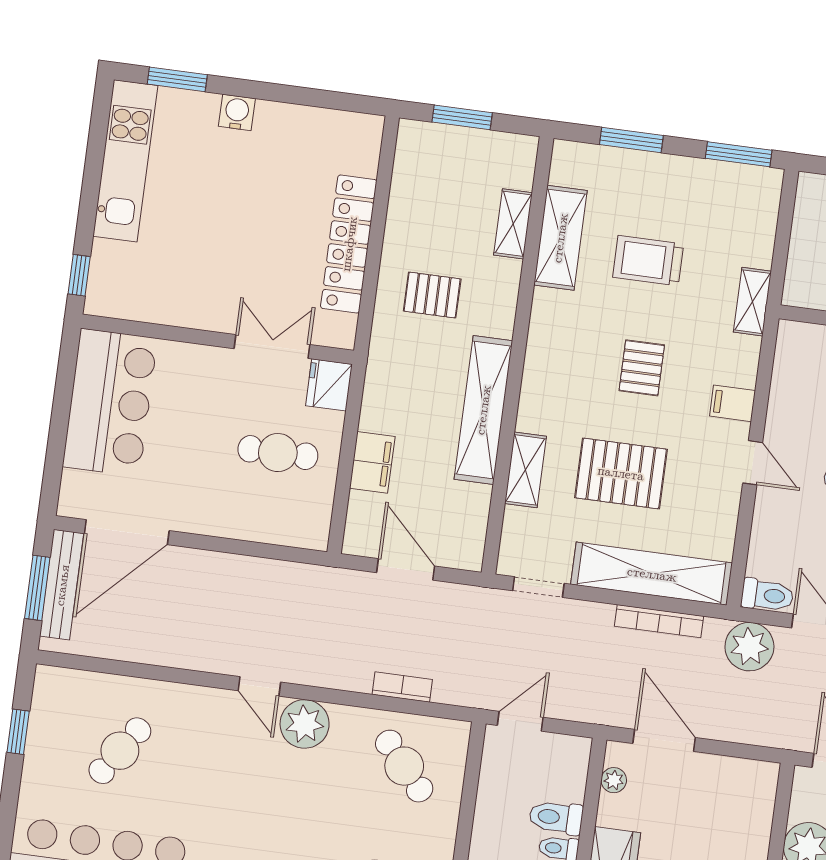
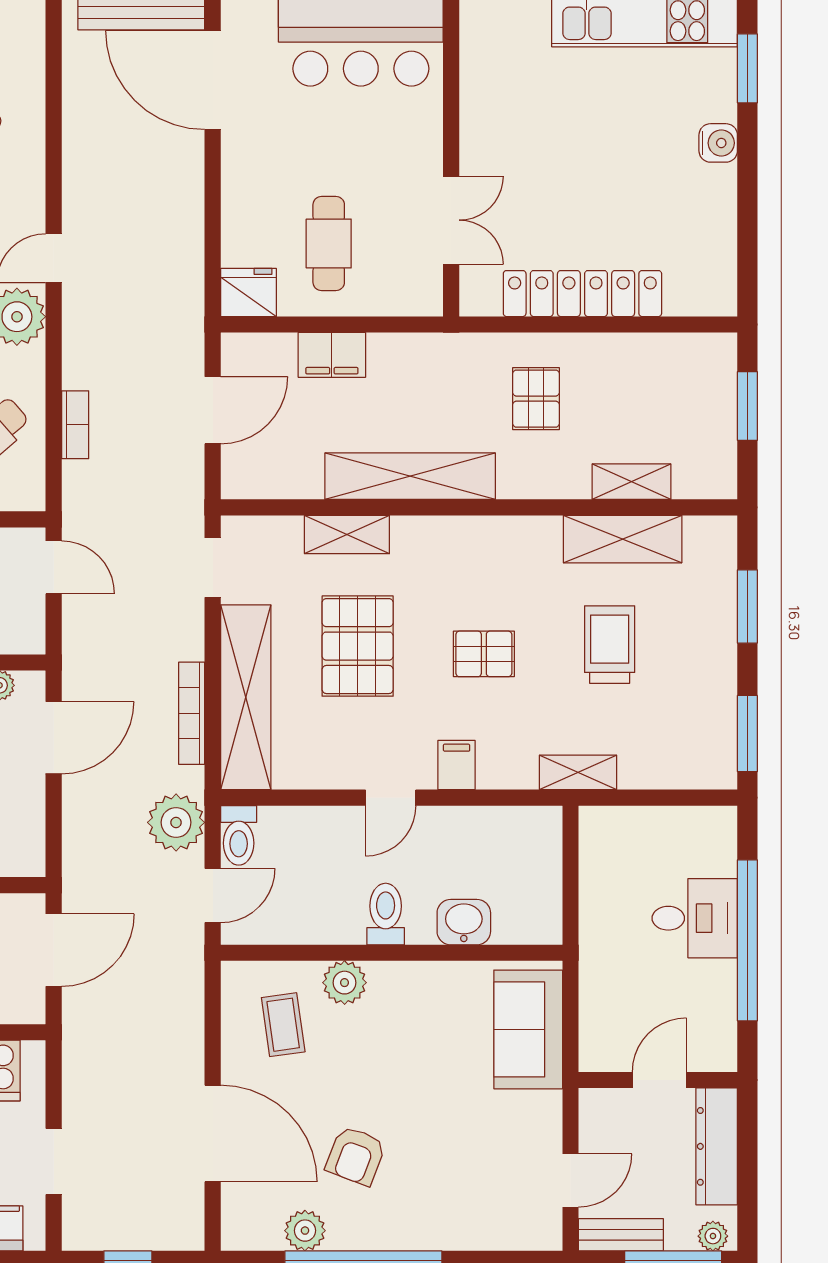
fridge: (329, 385) -> (248, 293), moved

